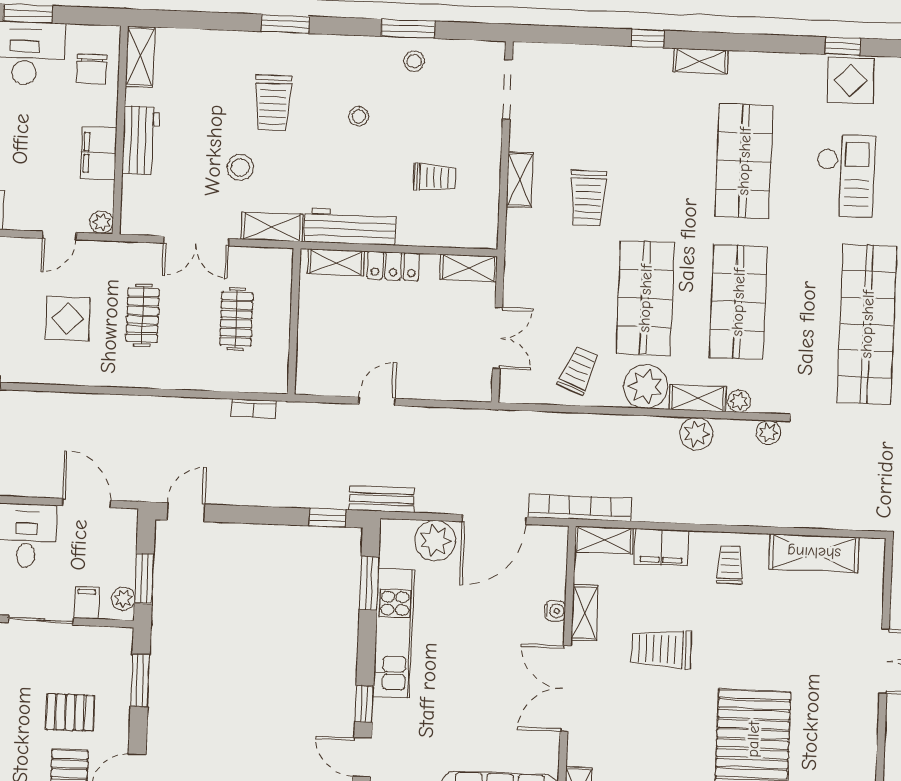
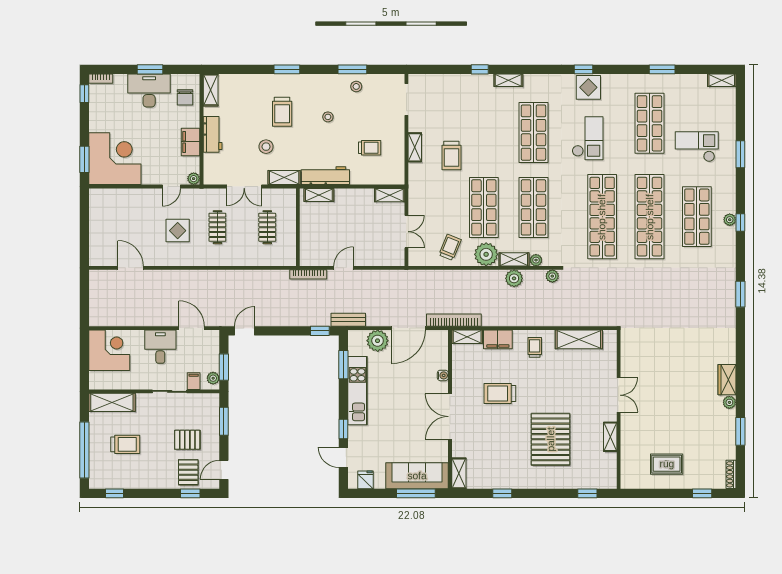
locker: (393, 266) -> (349, 196), removed
bookcase: (254, 409) -> (308, 274), moved, width x1.56
shelving: (585, 613) -> (610, 437), moved

